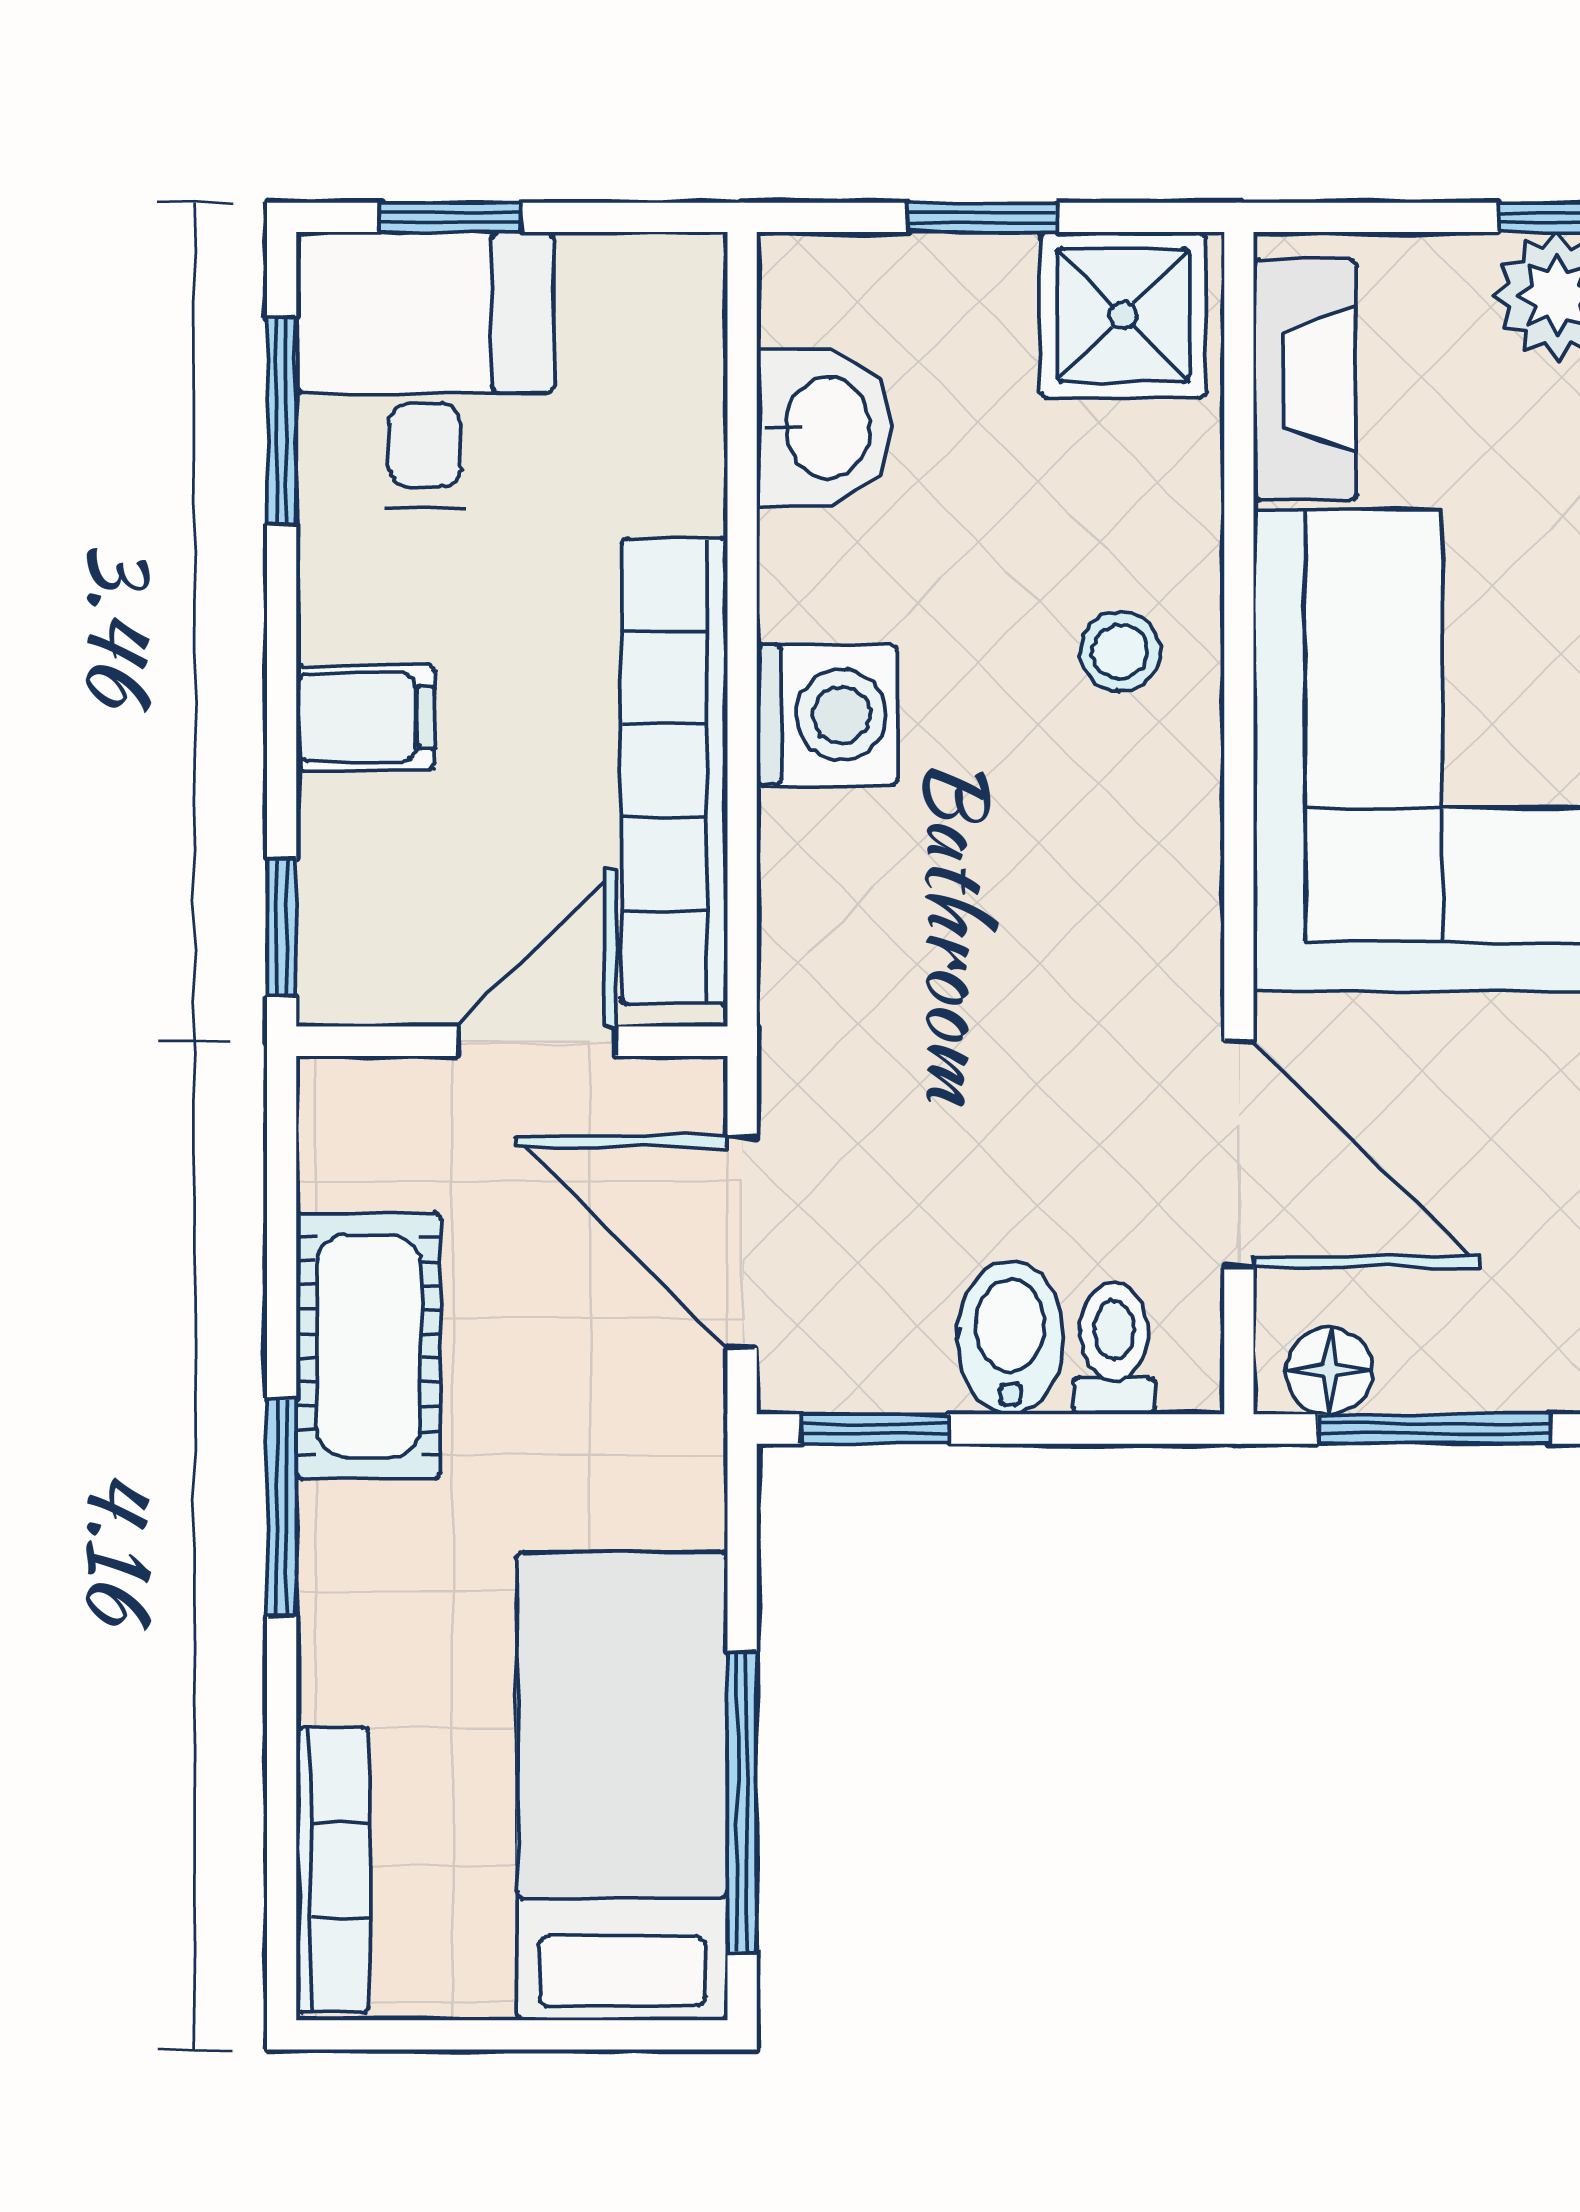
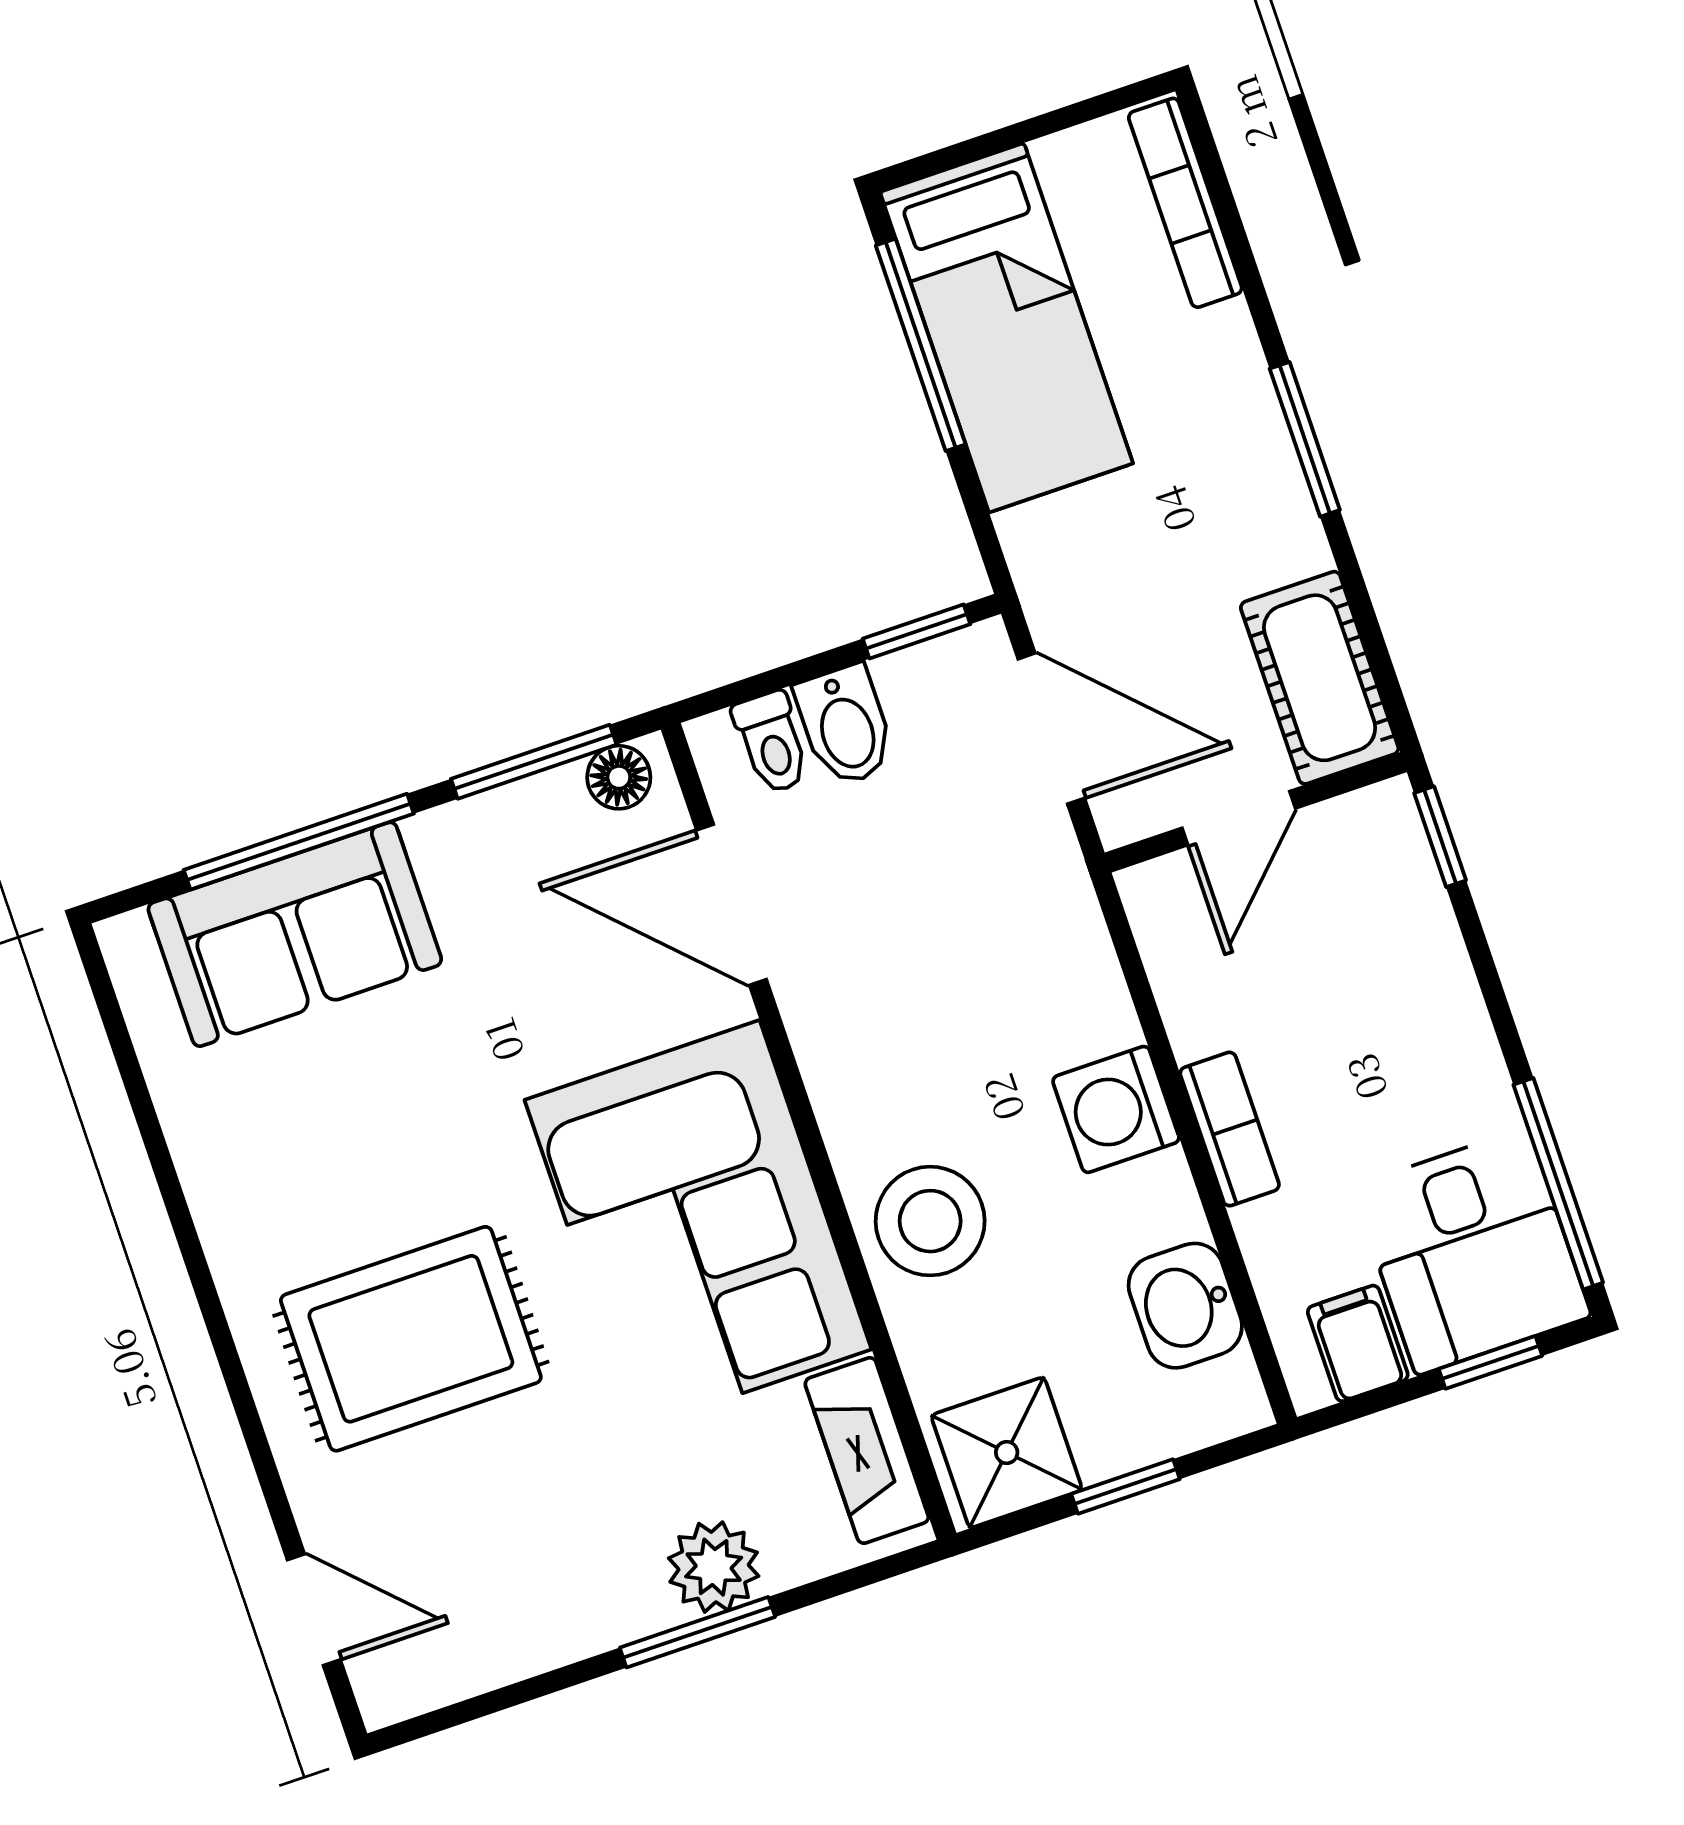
window: (282, 421) -> (1558, 1184), width x1.44
stool: (1120, 652) -> (930, 1221), width x1.89, depth x1.89
filing cabinet: (365, 717) -> (1358, 1343), moved, turned 90
bookcase: (675, 771) -> (1230, 1129), width x0.43, depth x0.76
cot: (369, 1346) -> (1320, 678), moved

